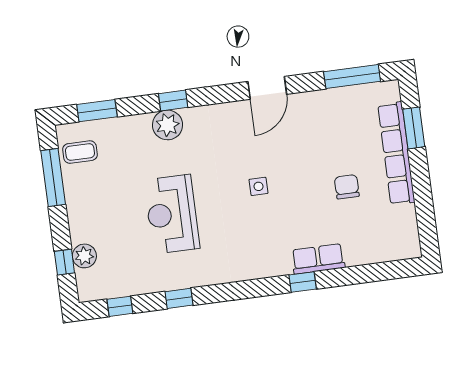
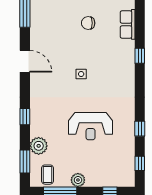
plant: (167, 125) -> (39, 146), moved
plant: (84, 256) -> (78, 180), moved
row of seats: (318, 259) -> (128, 24), moved

